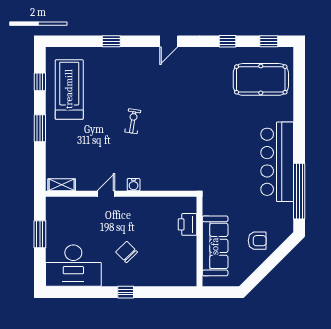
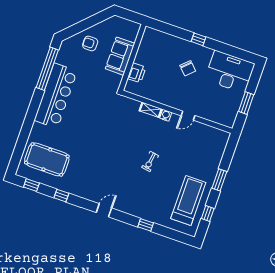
treadmill: (69, 89) -> (188, 201), turned 180
shelving: (62, 185) -> (151, 110), moved
sofa: (215, 246) -> (120, 56), width x0.73

